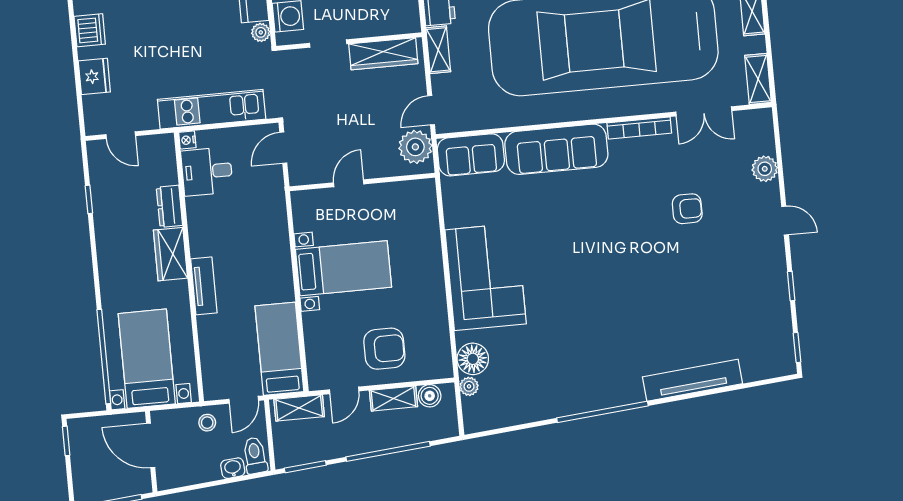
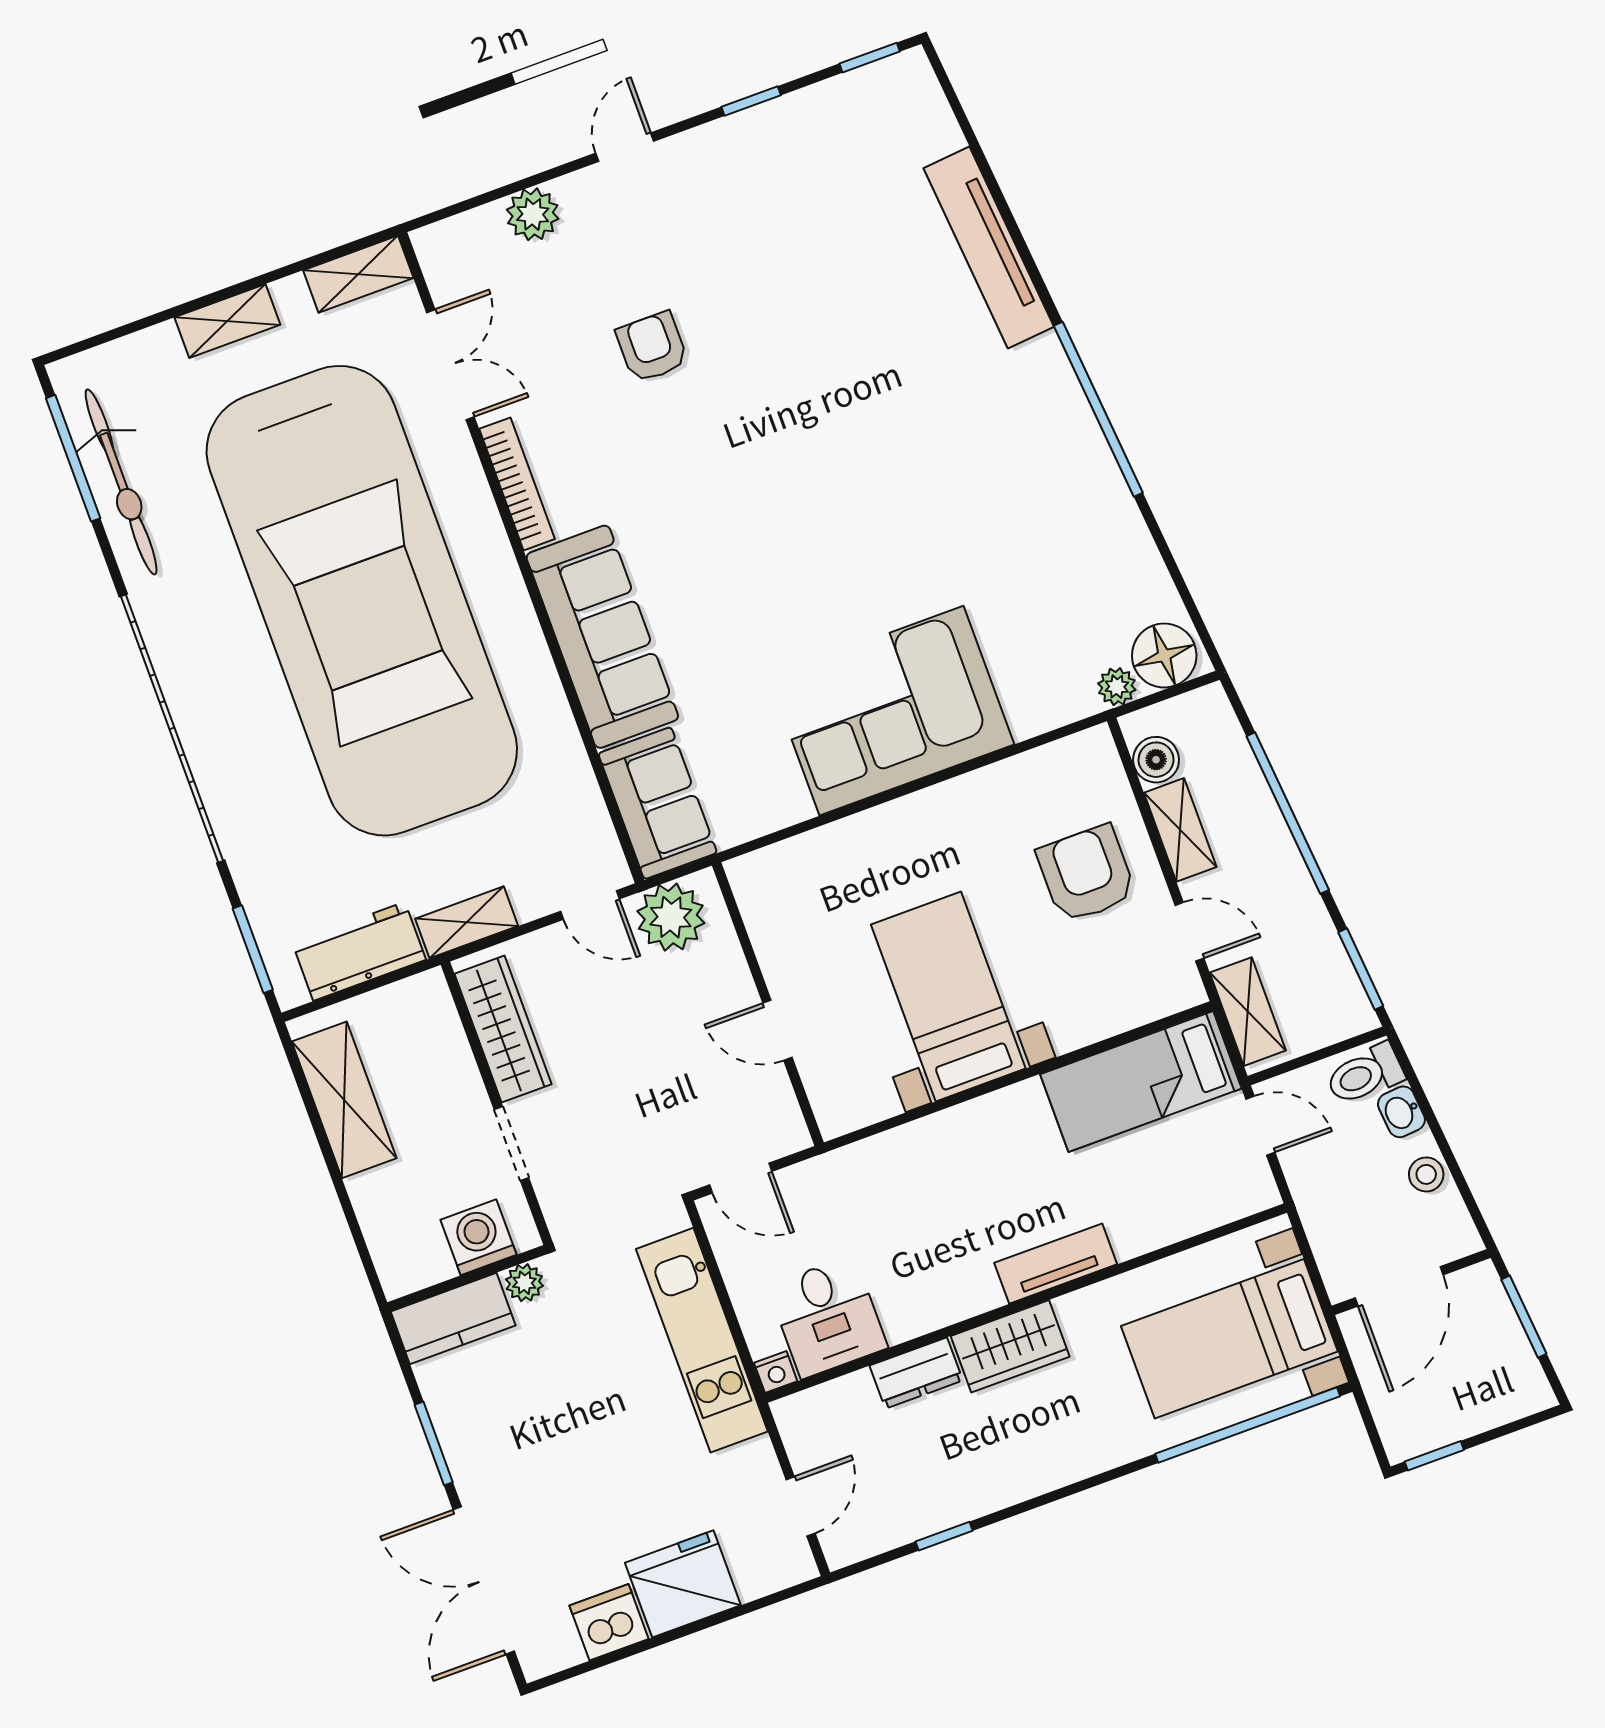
fridge: (94, 76) -> (683, 1584), width x1.36, depth x1.34
floor lamp: (473, 359) -> (1164, 655), moved
stool: (207, 423) -> (1426, 1174), moved

